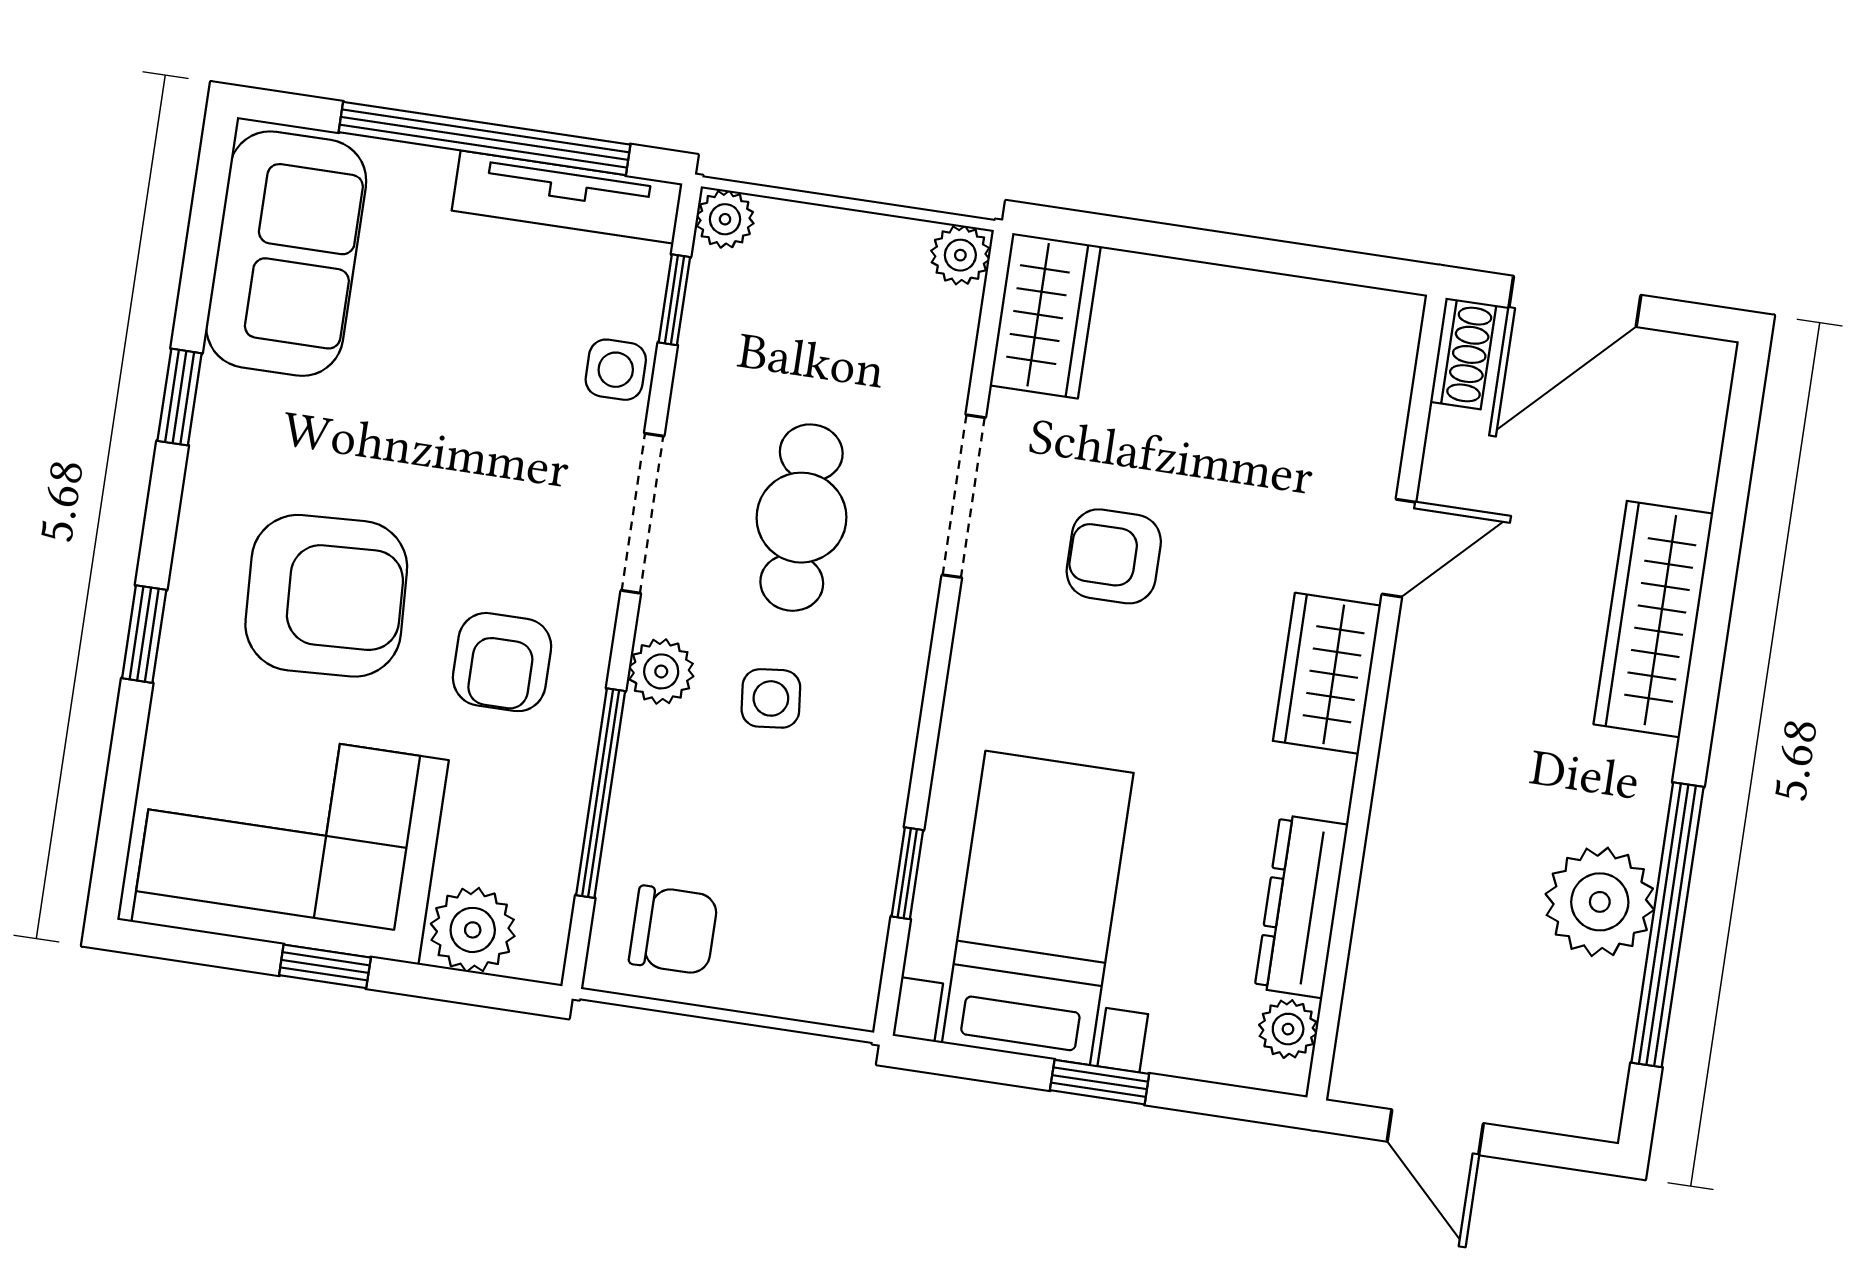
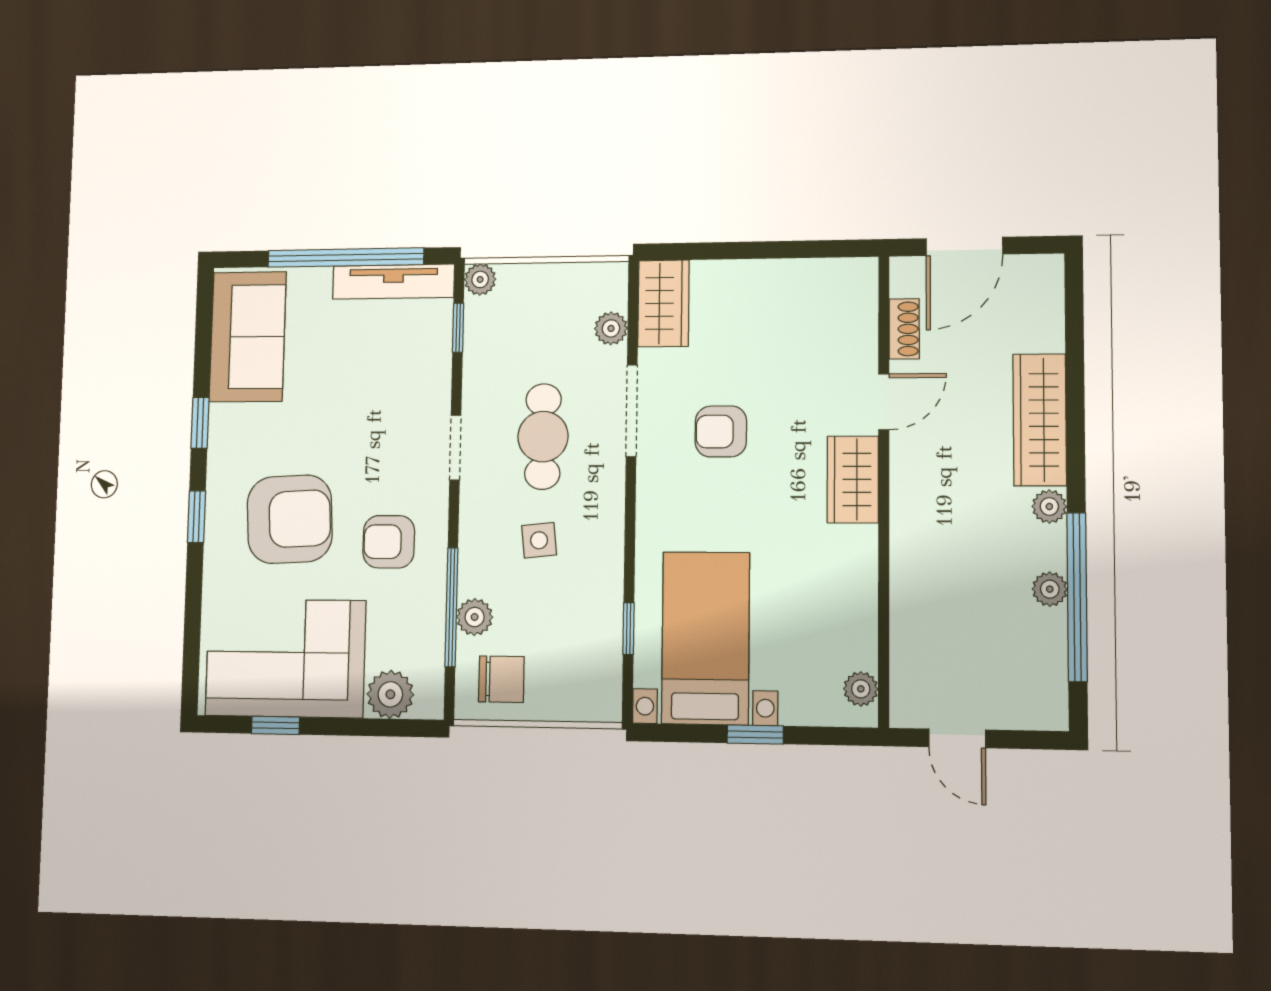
plant: (960, 255) -> (611, 328), moved
shoe rack: (1463, 354) -> (904, 329), moved
side table: (616, 370) -> (431, 371), removed
doorway: (642, 513) -> (455, 448), width x0.73
window: (144, 634) -> (197, 517), moved
armchair: (502, 662) -> (389, 542), turned 90
plant: (661, 671) -> (475, 617), moved
plant: (1646, 768) -> (1049, 506), added
plant: (1600, 902) -> (1050, 589), width x0.53, depth x0.53
dresser: (1301, 906) -> (858, 616), removed
window: (325, 966) -> (275, 725), moved

